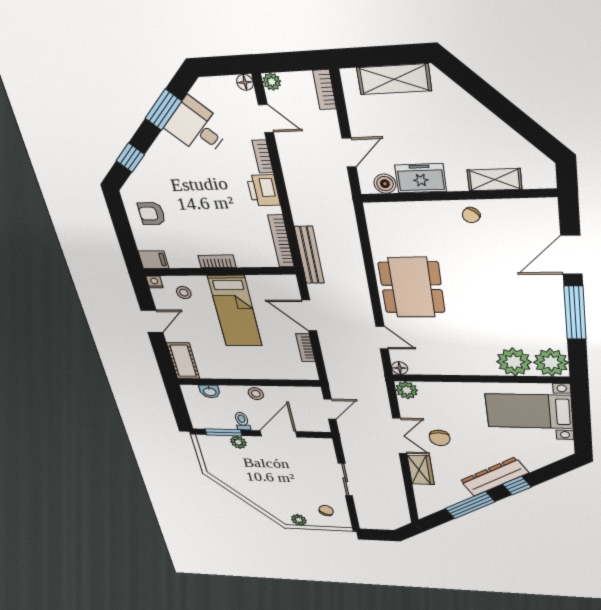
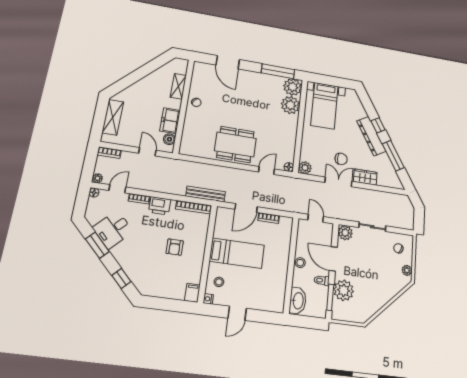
armchair: (152, 214) -> (175, 247), moved
bookcase: (217, 261) -> (200, 251), removed
window: (575, 313) -> (278, 71), moved
door: (152, 321) -> (237, 313), swing flipped
cot: (183, 361) -> (270, 303), removed
washbasin: (210, 391) -> (298, 301), width x1.91, depth x1.45
plant: (238, 442) -> (344, 290), width x1.87, depth x1.87
plant: (323, 447) -> (345, 233), added

